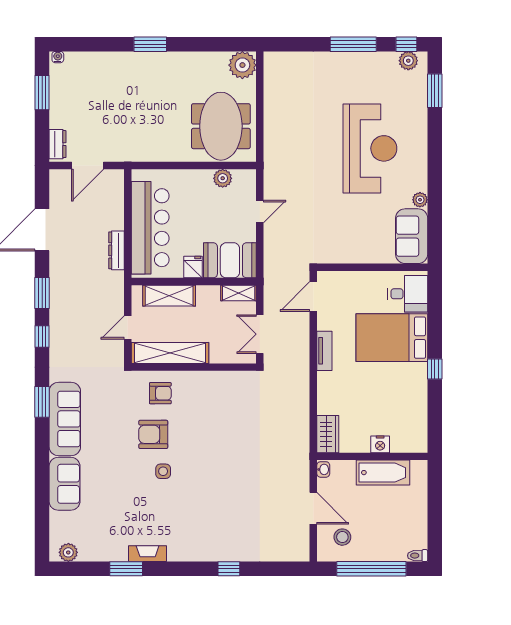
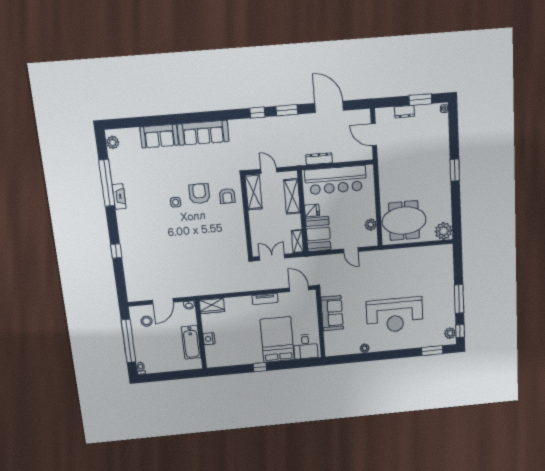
dresser: (58, 144) -> (404, 112), moved
sofa: (412, 236) -> (332, 313), moved, turned 90
shelving: (170, 353) -> (254, 192), width x0.68
window: (42, 402) -> (213, 116), removed
window: (126, 569) -> (107, 183), width x2.11

